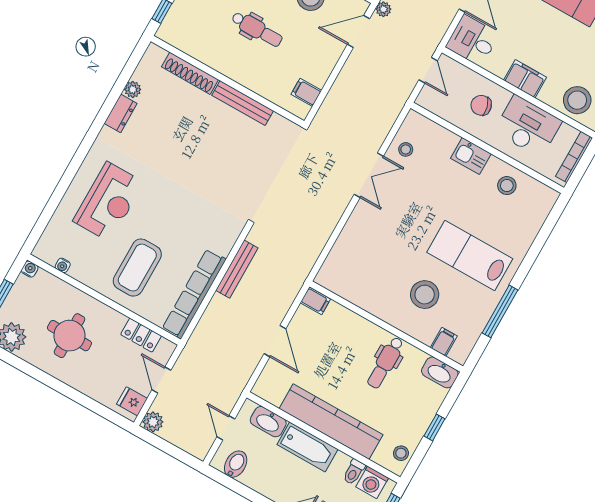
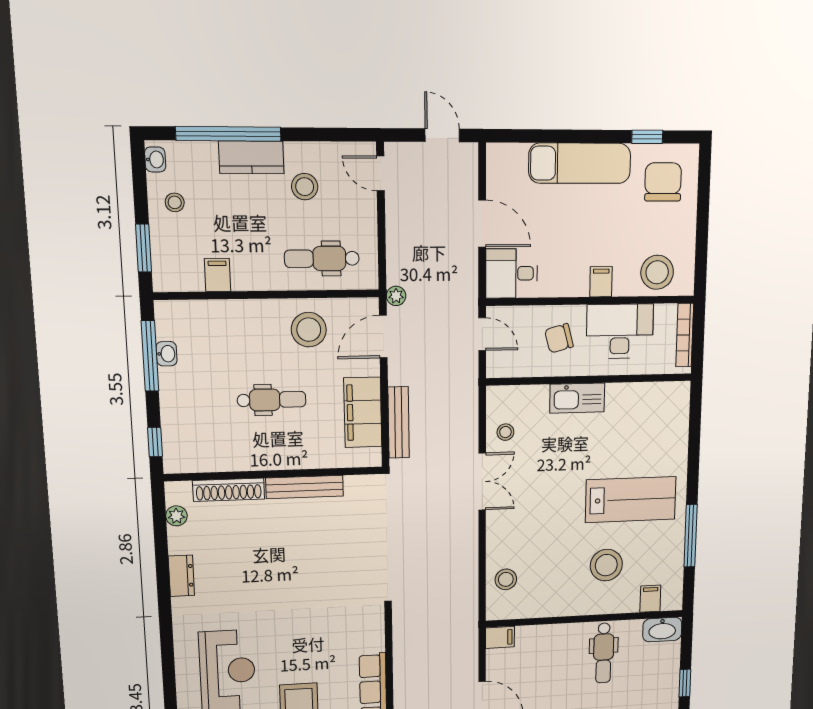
filing cabinet: (525, 79) -> (601, 282), width x0.50
plant: (133, 89) -> (176, 516), moved
filing cabinet: (306, 92) -> (363, 412), width x3.00, depth x1.17
kitchen sink: (471, 156) -> (577, 398), width x1.38
stool: (507, 186) -> (506, 579), moved
lab bench: (470, 256) -> (631, 500), turned 180
bench: (237, 269) -> (399, 422), moved

